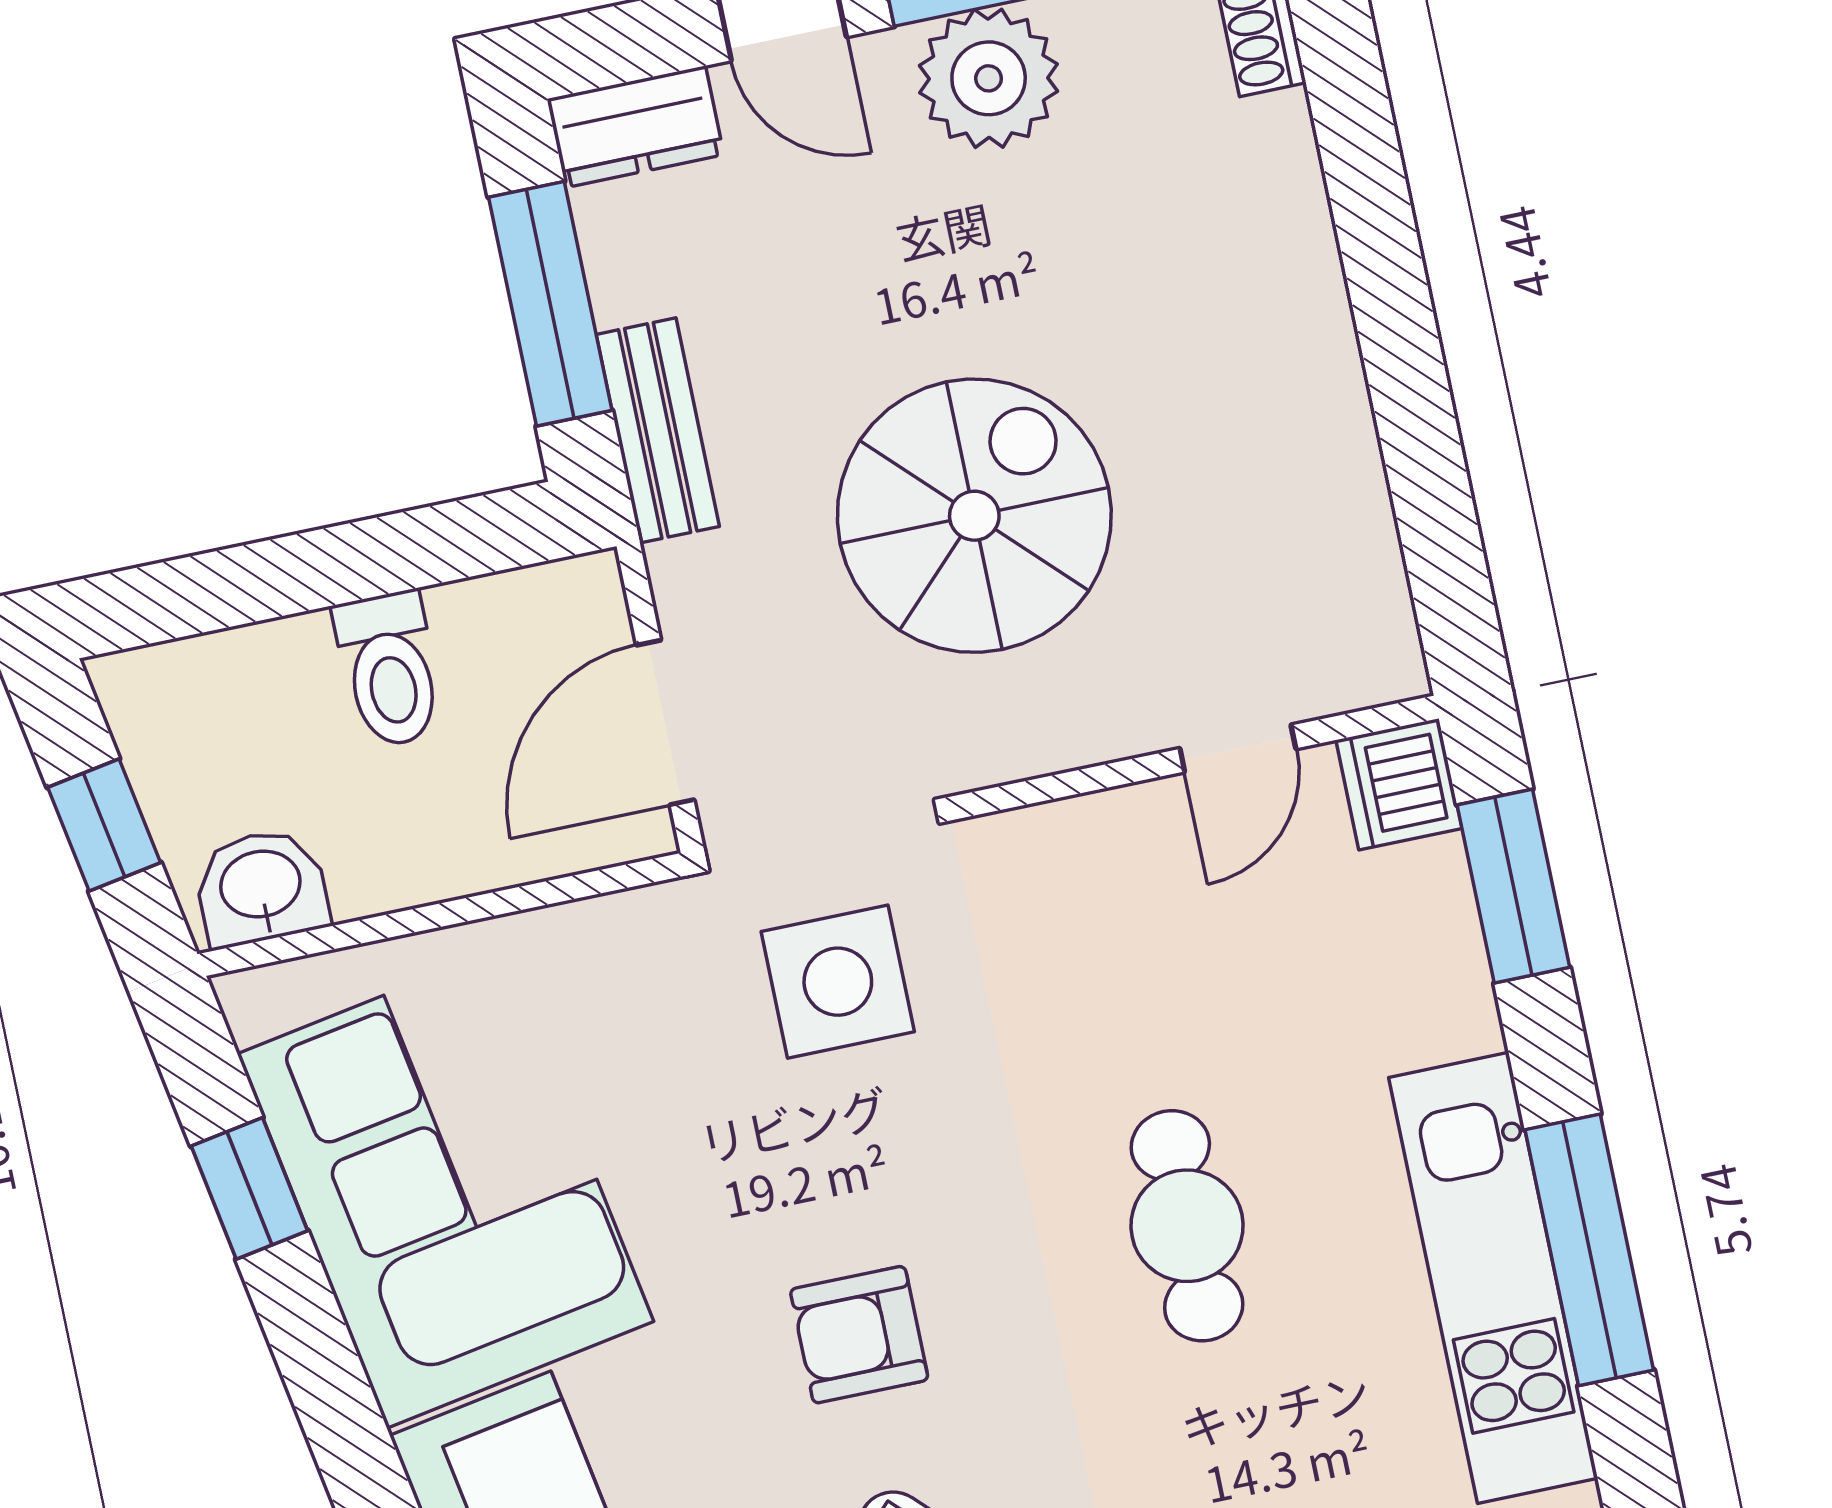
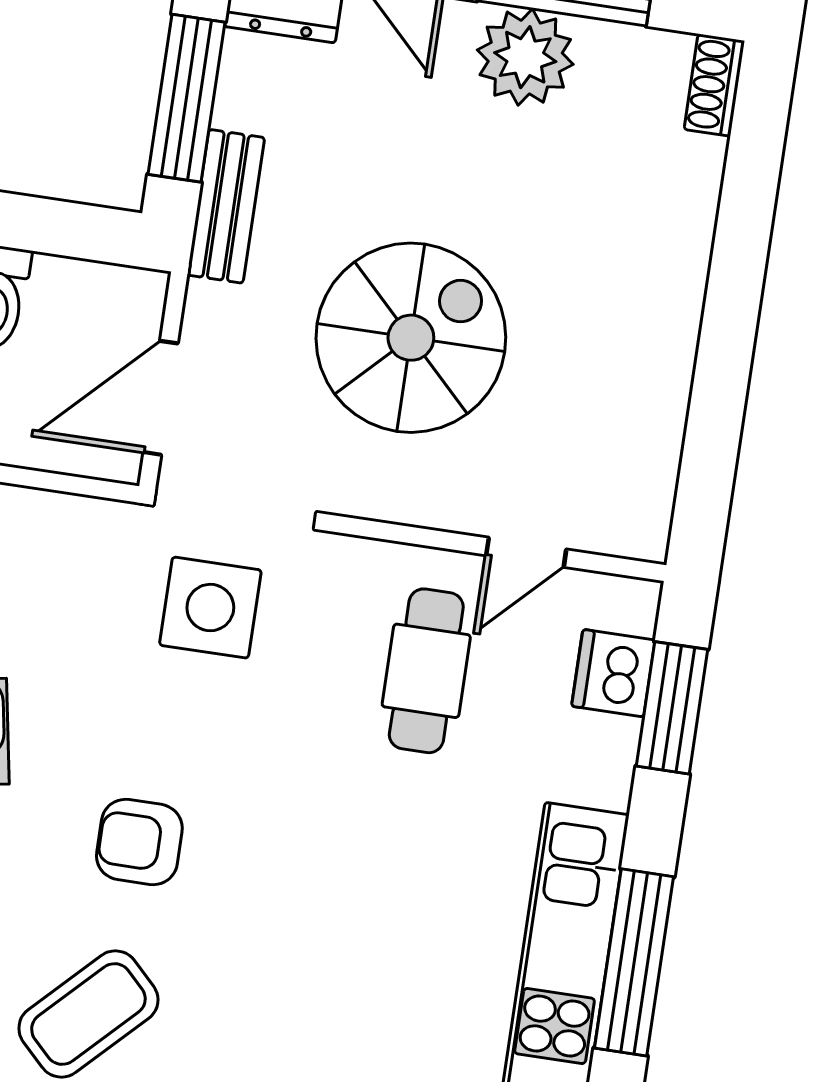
dishwasher: (1399, 784) -> (613, 673), moved
cafe table: (1187, 1226) -> (426, 671), moved

